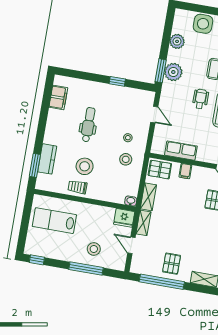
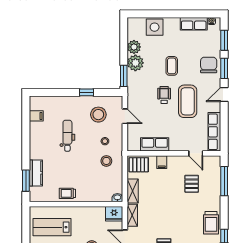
plant: (173, 72) -> (135, 63), moved
filing cabinet: (58, 97) -> (36, 116), width x0.50
stool: (85, 166) -> (98, 115), moved

